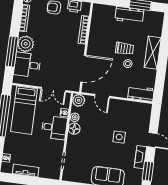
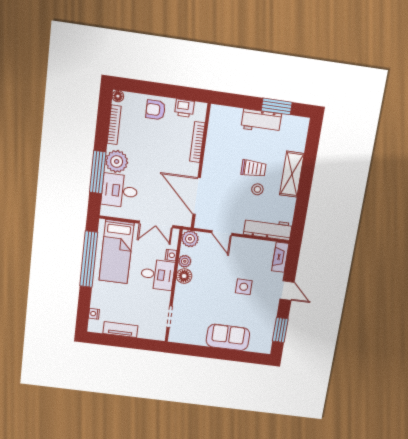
door: (83, 69) -> (197, 196), swing flipped
workbench: (141, 93) -> (268, 229), width x1.37
fireplace: (140, 157) -> (280, 257), moved

